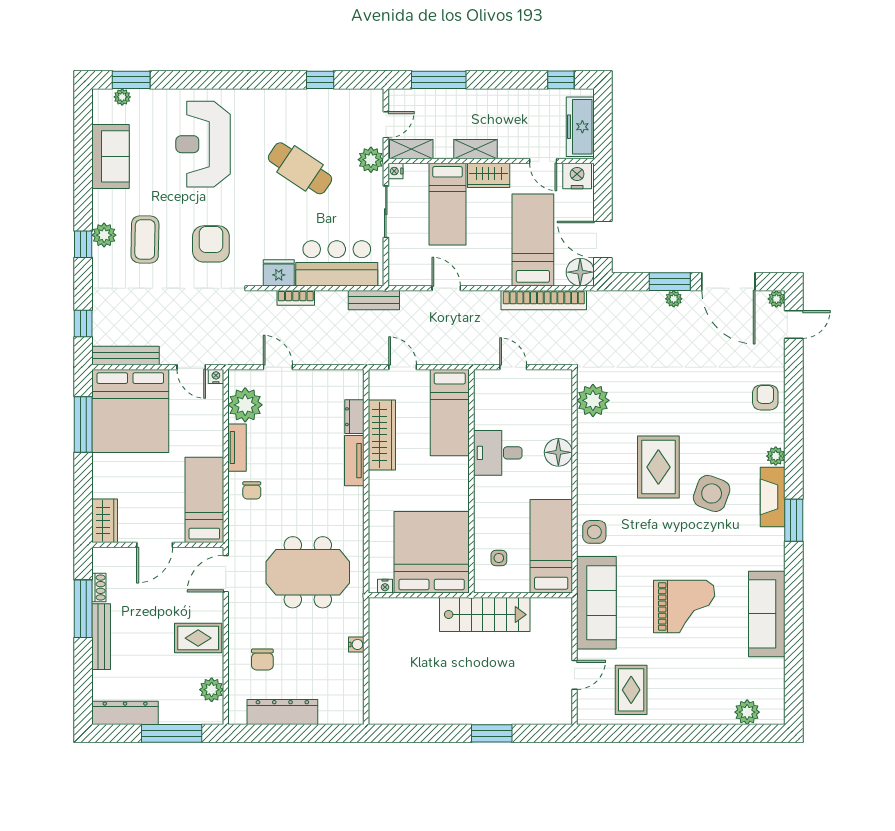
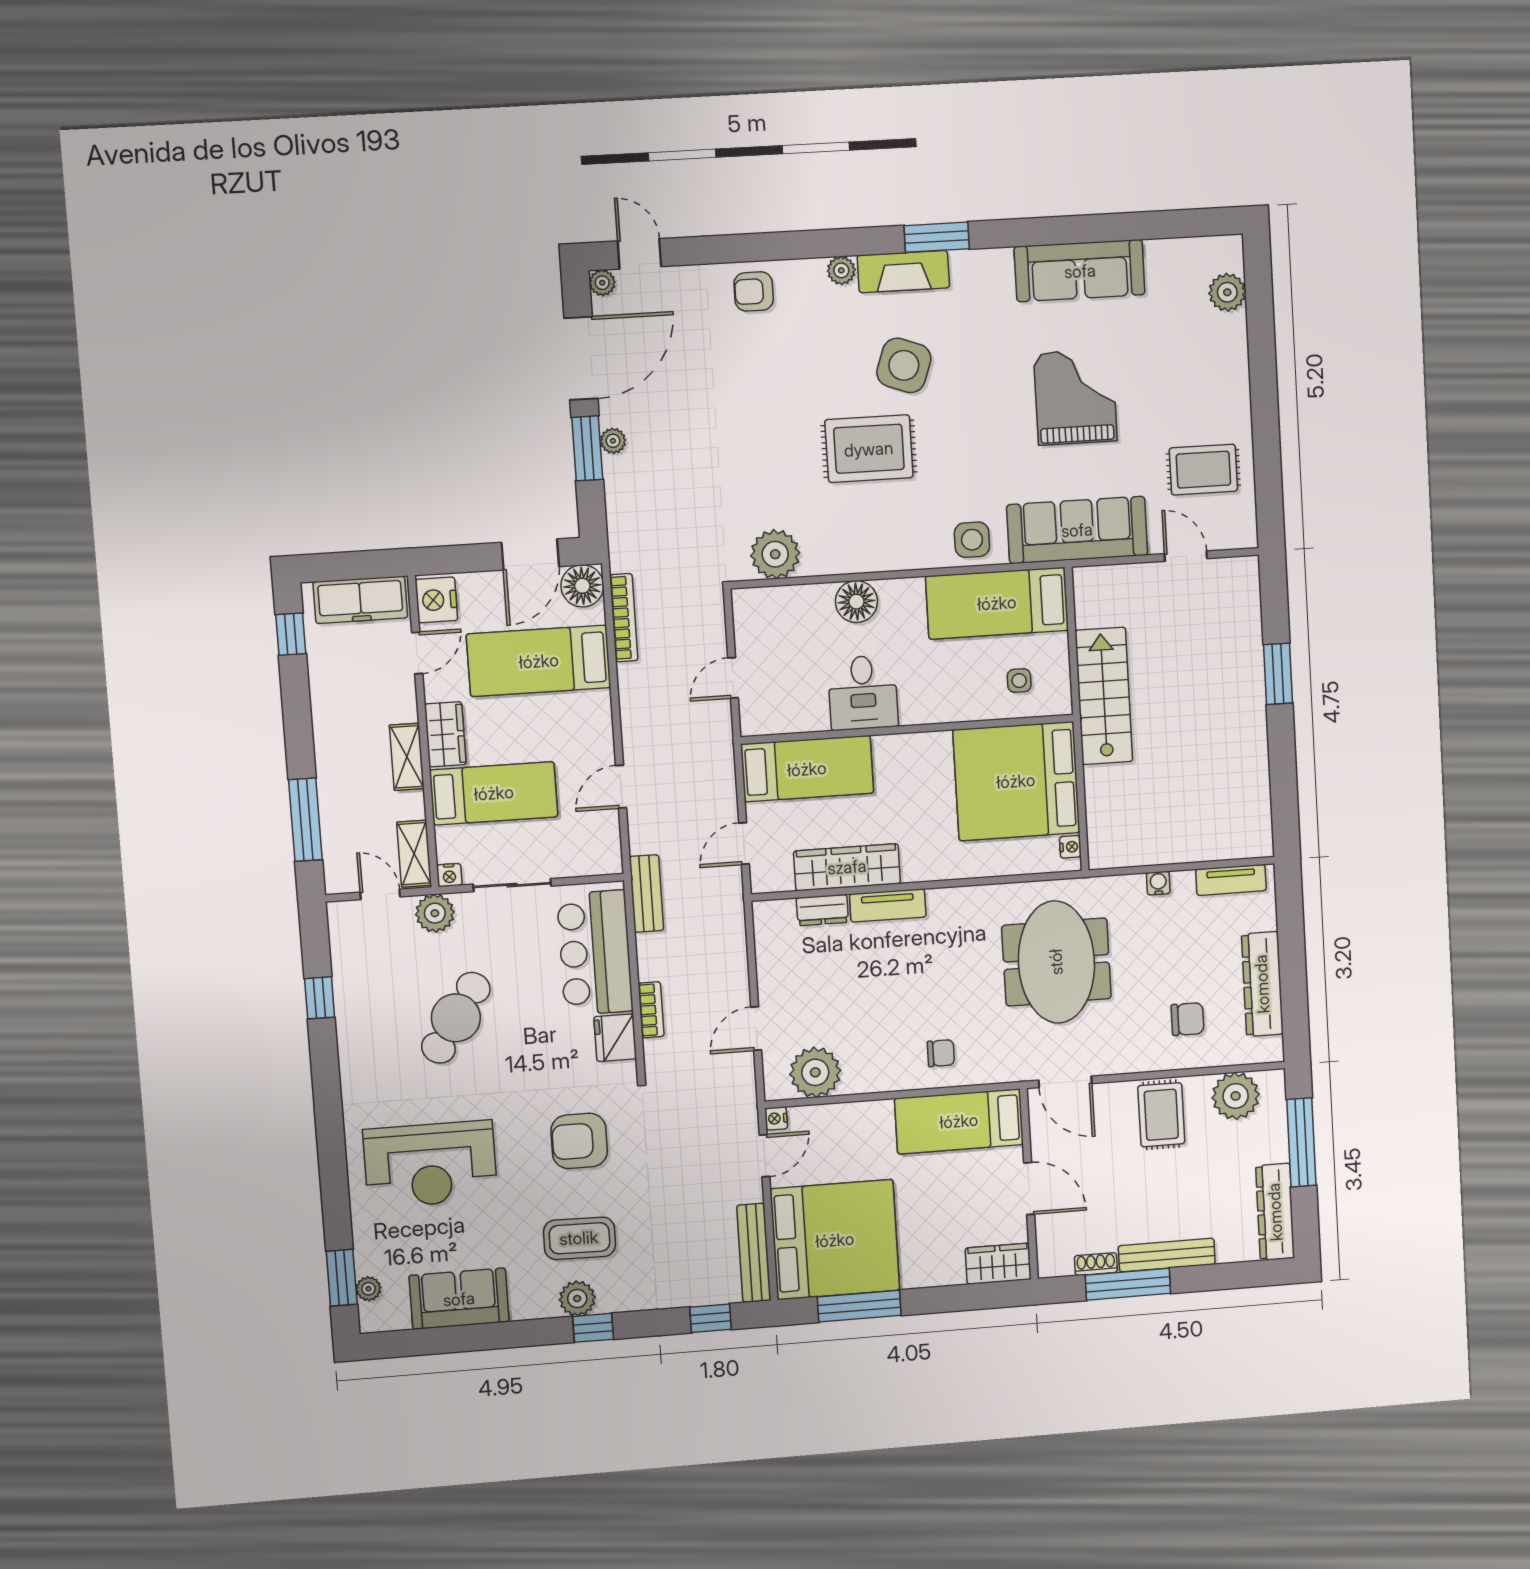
bookcase: (544, 300) -> (624, 618), width x0.68, depth x0.76
tv unit: (237, 448) -> (1231, 880), moved, turned 180
plant: (212, 690) -> (1236, 1096), width x1.36, depth x1.36

